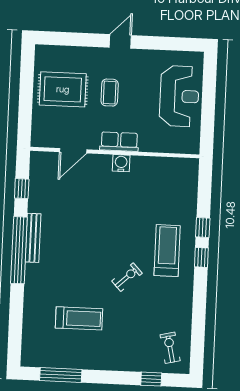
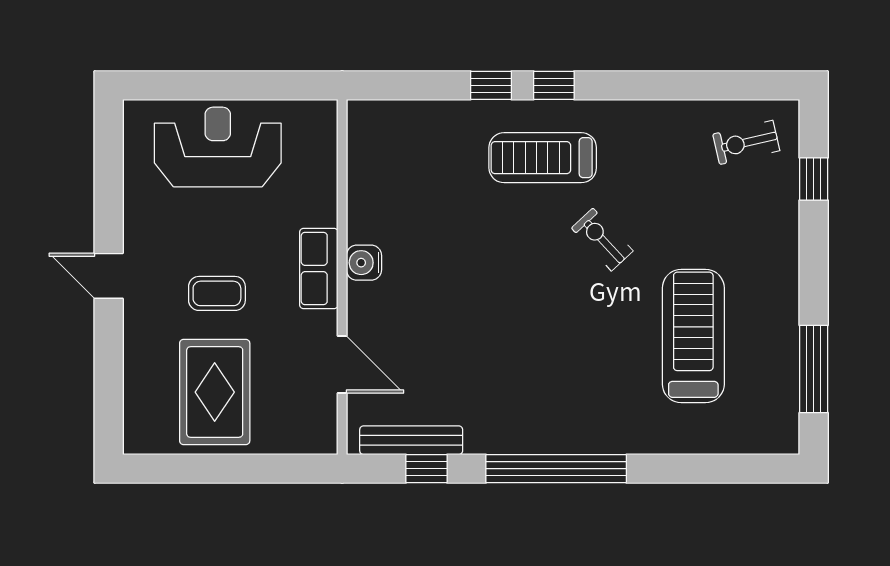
bench: (33, 238) -> (411, 440), moved
treadmill: (79, 318) -> (693, 336), width x1.37, depth x1.38

